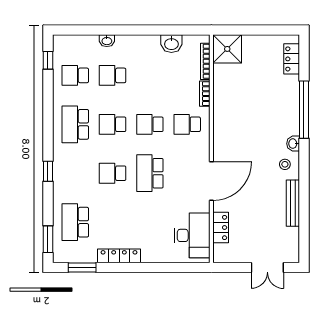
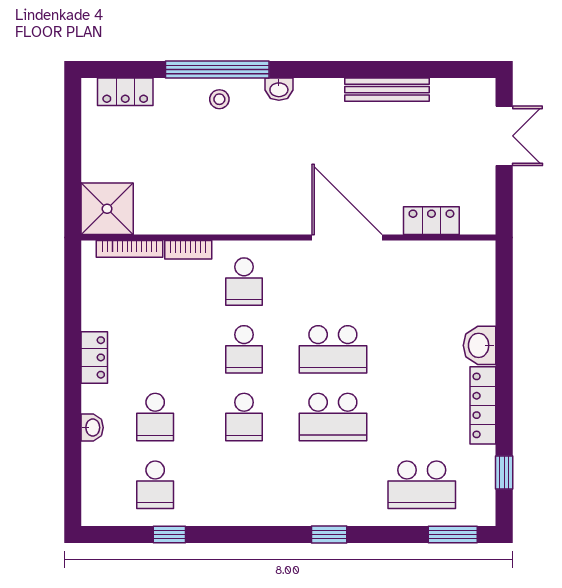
locker: (145, 42) -> (94, 357), added
washbasin: (171, 44) -> (480, 345), moved, turned 180
window: (48, 60) -> (169, 534), moved
school desk: (75, 124) -> (244, 485), removed
stool: (285, 164) -> (219, 99), moved
school desk: (113, 173) -> (333, 417), width x1.85
desk: (192, 235) -> (446, 272), removed
window: (82, 268) -> (504, 473), width x0.67

